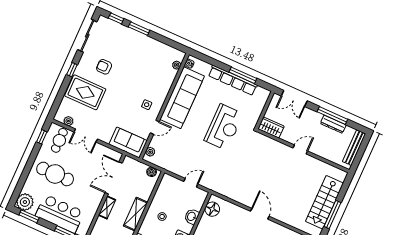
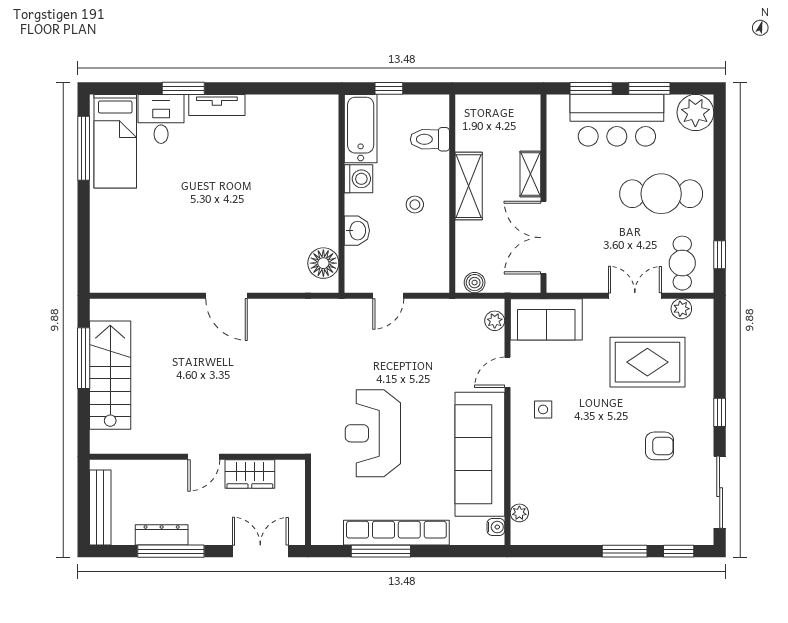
rug: (85, 92) -> (647, 362), moved
wardrobe: (271, 127) -> (250, 474), moved
double door: (114, 178) -> (543, 238), swing flipped
window: (29, 216) -> (649, 88), moved

